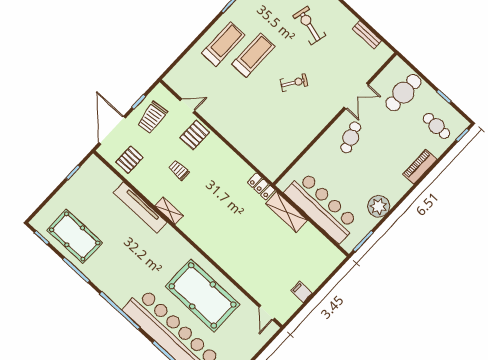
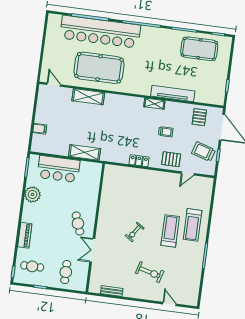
treadmill: (253, 55) -> (170, 231), turned 180
cafe table: (403, 93) -> (66, 272), width x0.73, depth x0.74
trolley: (152, 118) -> (204, 152), turned -66
pallet: (195, 135) -> (171, 159), turned 90
locker: (261, 186) -> (139, 161), moved
bar counter: (322, 207) -> (58, 169), width x0.73
shelving: (238, 272) -> (88, 97), added
filing cabinet: (302, 292) -> (40, 129), moved

